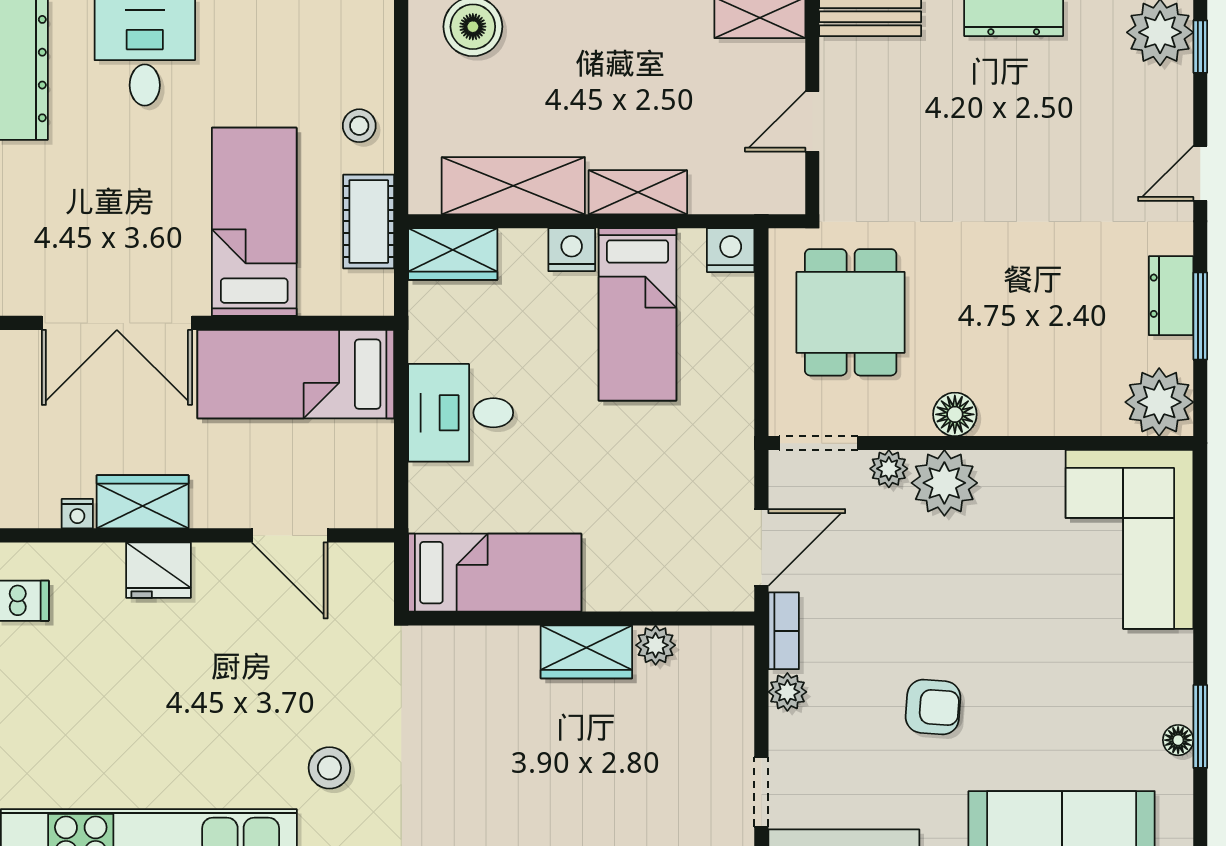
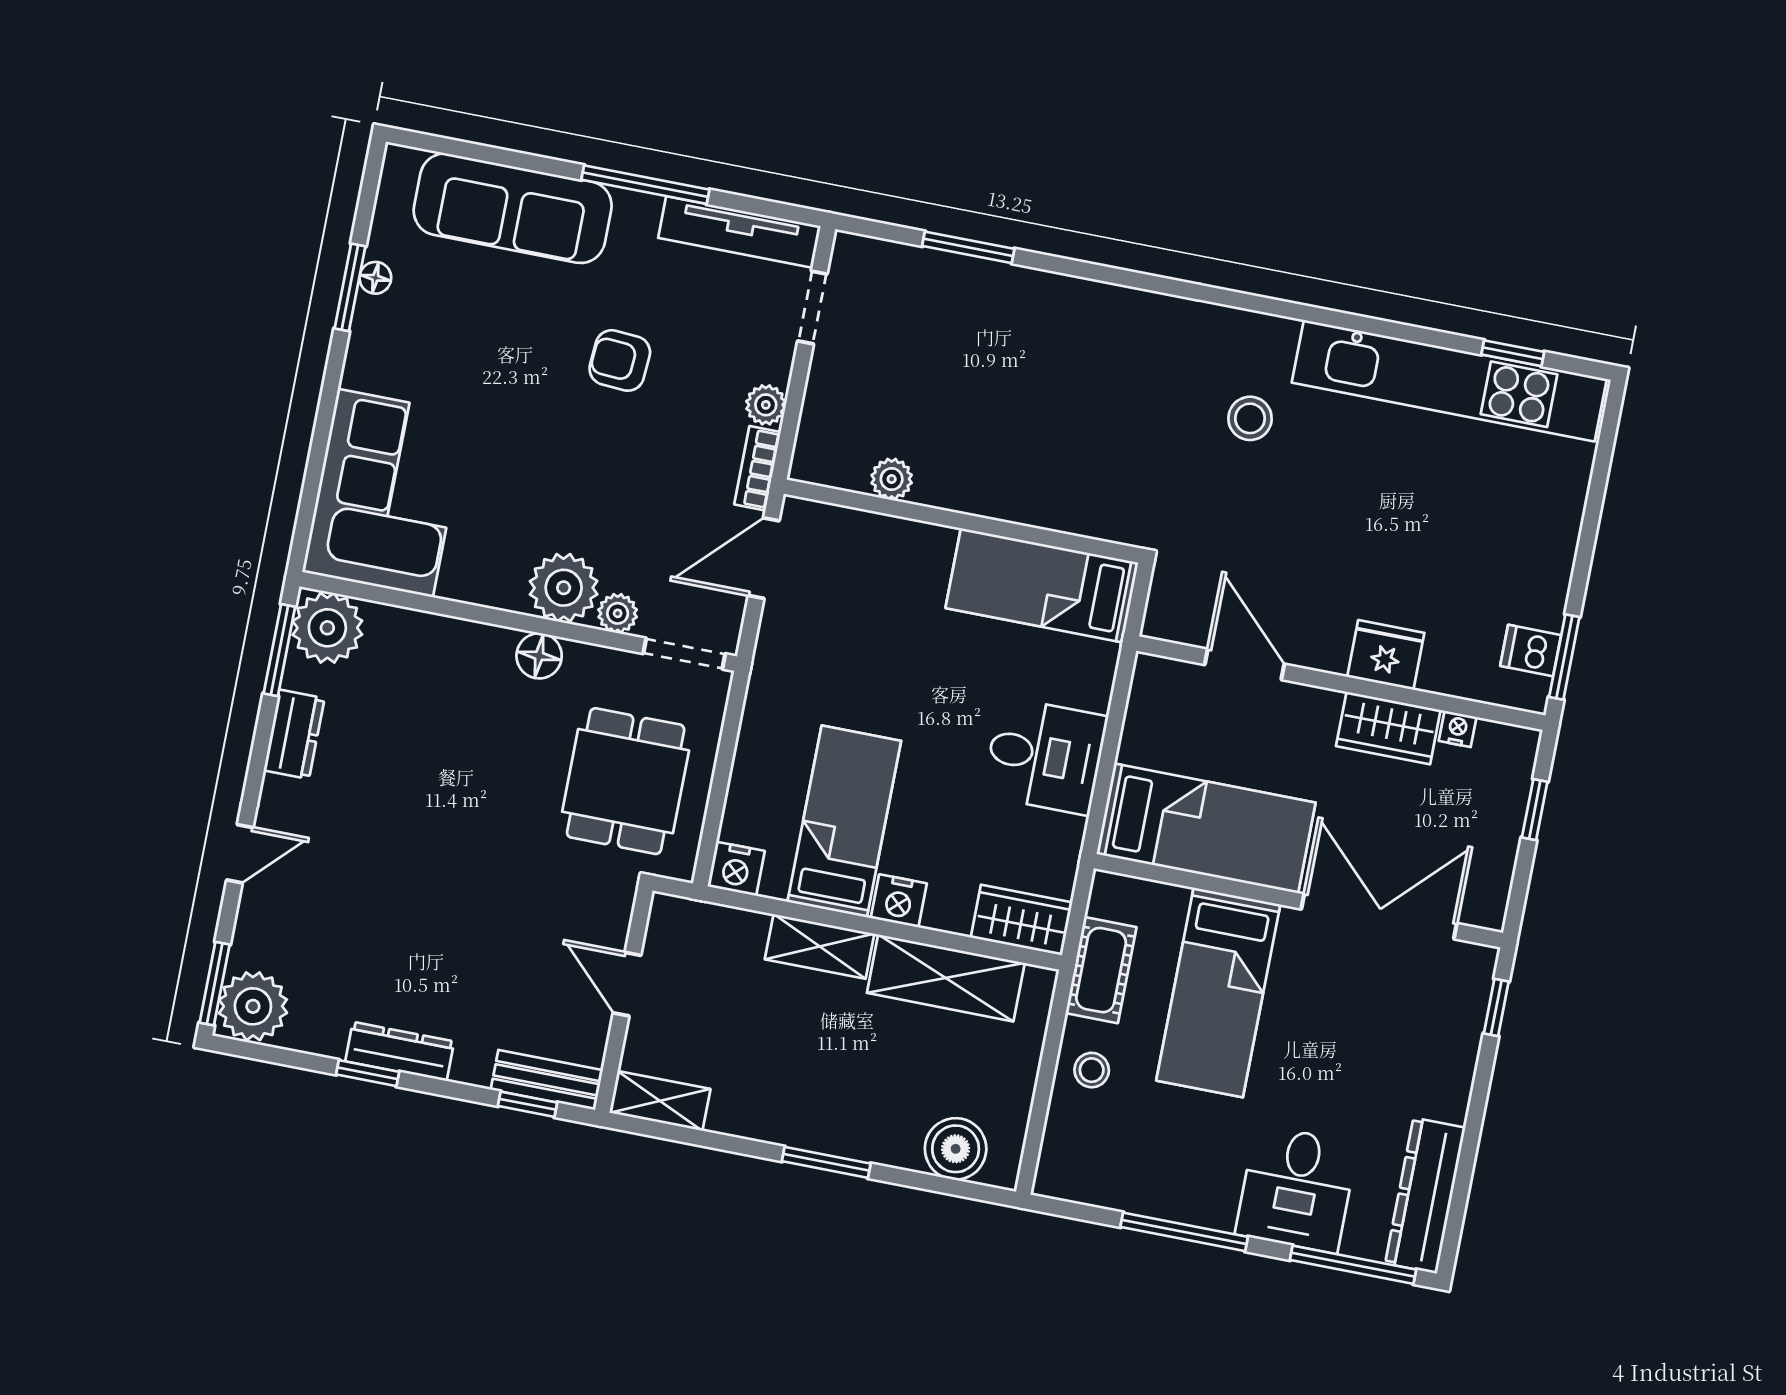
window: (1200, 47) -> (215, 984), width x1.50
door: (812, 122) -> (627, 984), swing flipped
window: (1200, 316) -> (279, 650), moved
wardrobe: (586, 652) -> (964, 486), removed

